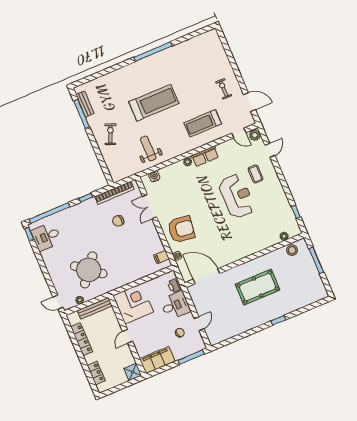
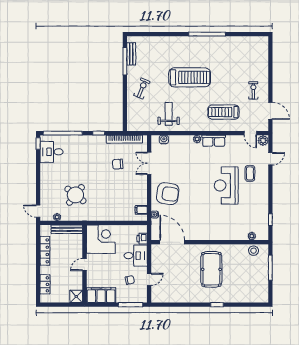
reception desk: (237, 196) -> (226, 186), turned 180
round table: (89, 270) -> (75, 195), width x0.73, depth x0.73
pool table: (258, 287) -> (211, 269), turned 90

